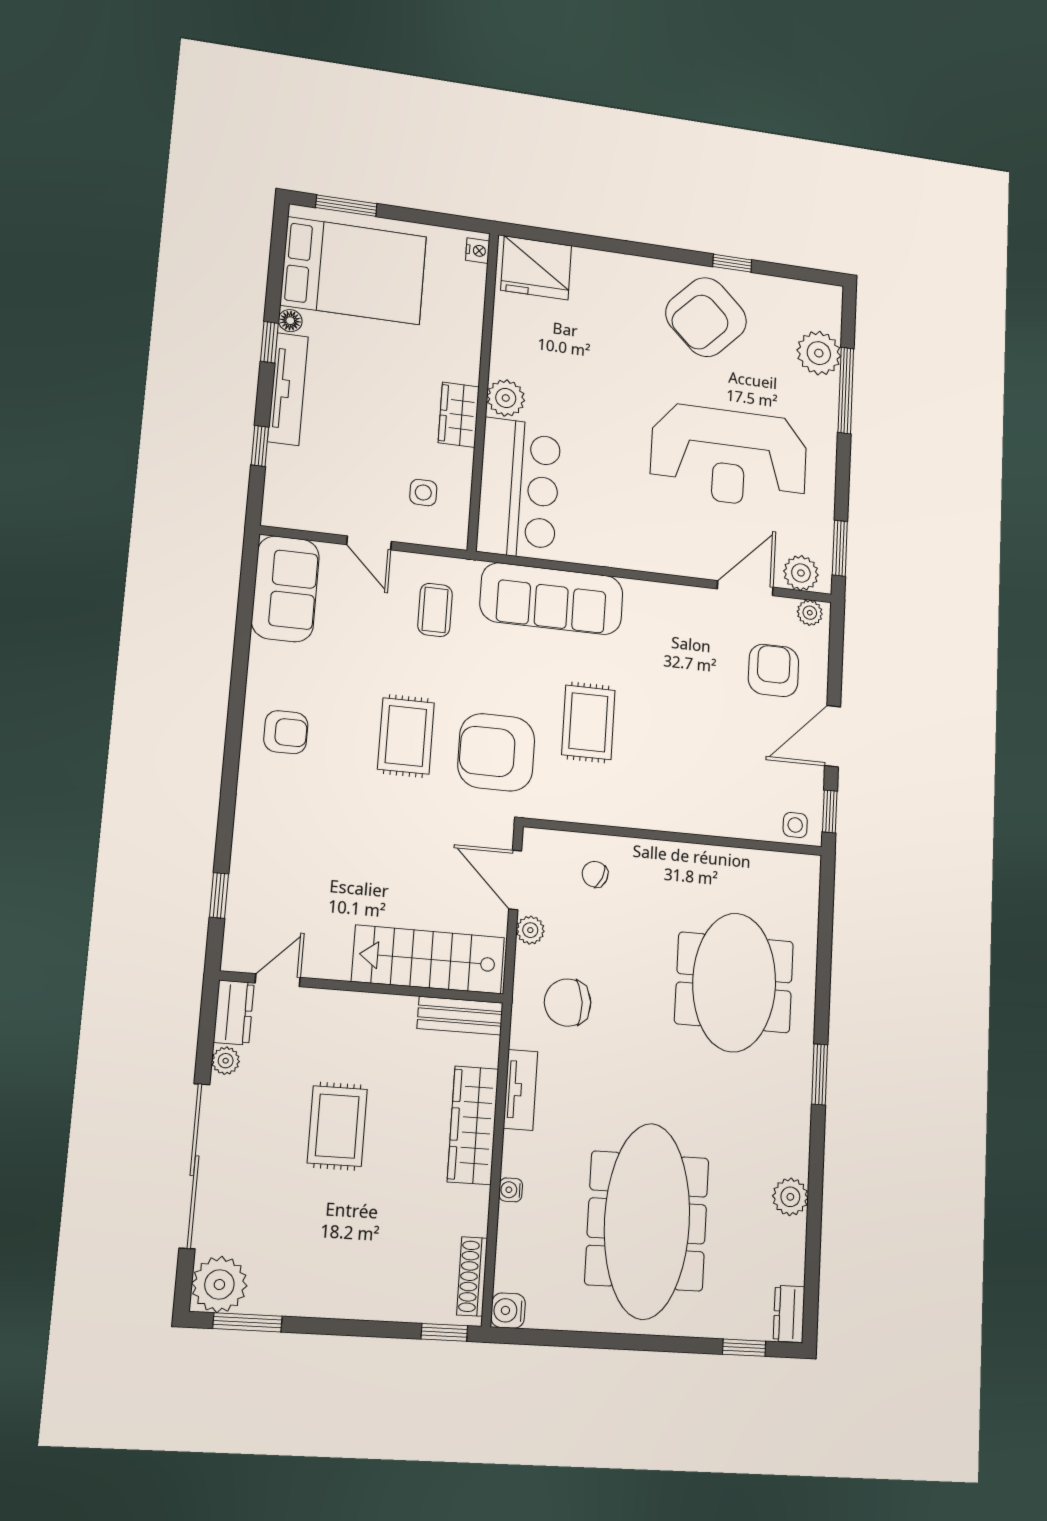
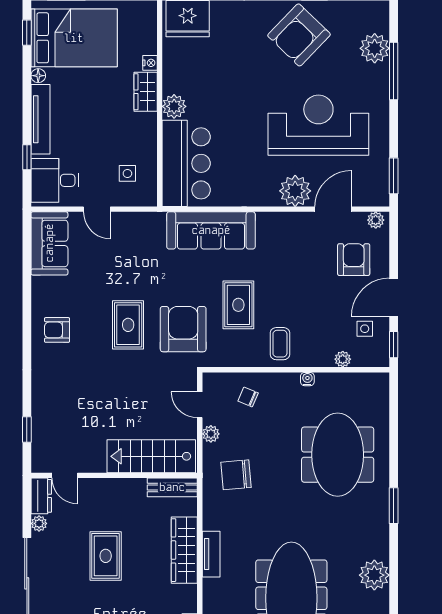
nightstand: (478, 251) -> (150, 63), moved
window: (269, 342) -> (27, 33), moved
wardrobe: (459, 415) -> (146, 92), moved
reception desk: (729, 456) -> (318, 125), turned 180
desk: (303, 488) -> (55, 180), added
plant: (801, 573) -> (295, 191), moved, width x1.36, depth x1.36
coffee table: (435, 610) -> (280, 344), moved
armchair: (286, 732) -> (57, 330), turned 180
armchair: (496, 752) -> (183, 329), turned 90
side table: (795, 825) -> (365, 329), moved
plant: (749, 827) -> (343, 359), added
door: (515, 880) -> (200, 405), width x0.73
door: (278, 980) -> (65, 475), swing flipped
tv unit: (520, 1090) -> (211, 554), moved
water cooler: (511, 1190) -> (307, 379), moved, turned 90
plant: (790, 1197) -> (374, 575), width x1.36, depth x1.36

